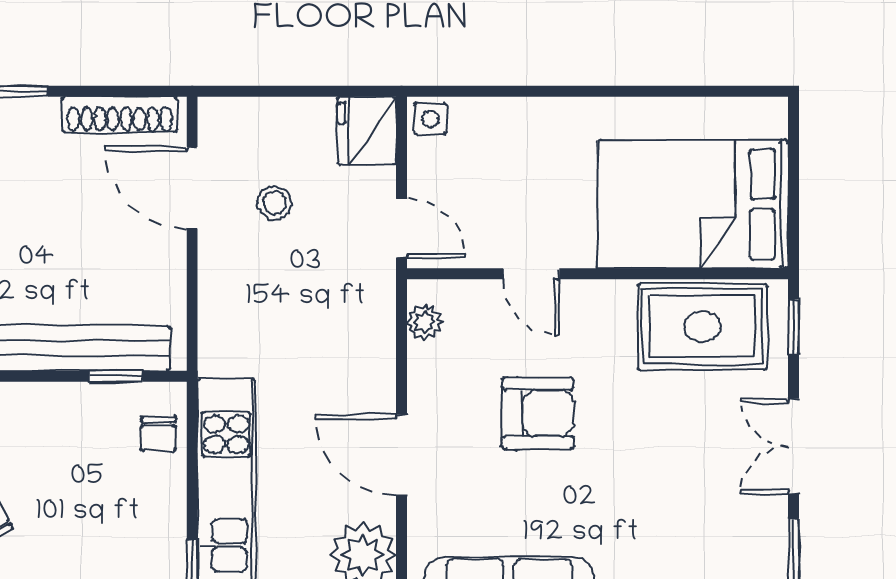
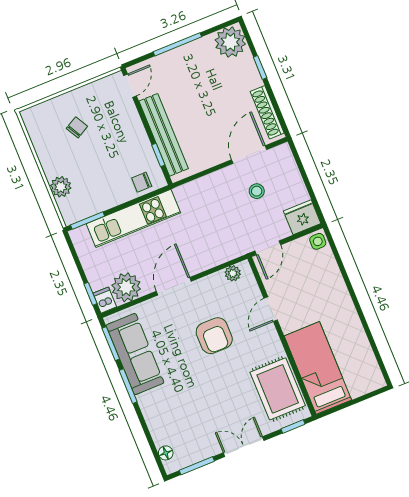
bed: (693, 204) -> (318, 368), width x0.67

